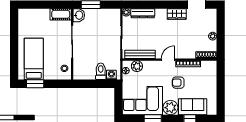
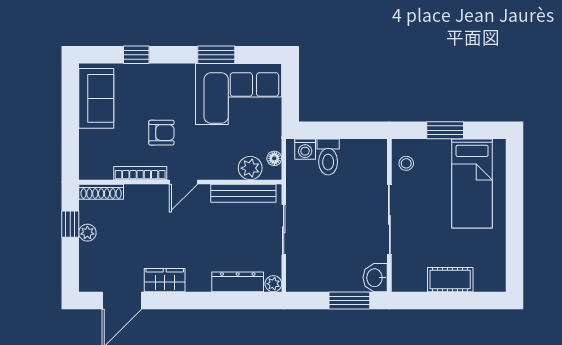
cot: (61, 14) -> (450, 280), moved
window: (221, 40) -> (70, 224), added
window: (35, 84) -> (445, 130), moved
sofa: (193, 107) -> (96, 98), moved, turned -90
plant: (170, 108) -> (178, 79), removed

